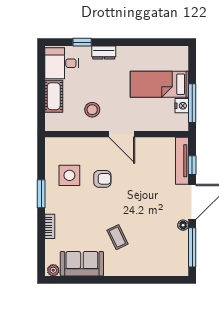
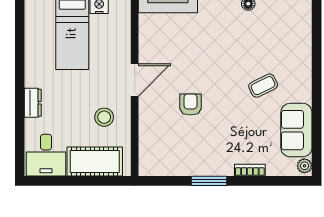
window: (82, 42) -> (20, 130), removed
cot: (54, 96) -> (95, 161), width x1.37, depth x1.34
side table: (69, 175) -> (186, 146), removed

